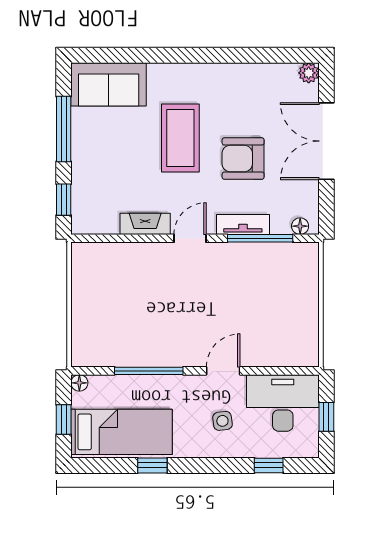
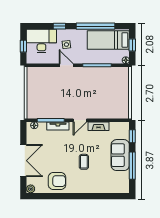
sofa: (109, 84) -> (120, 155), moved, turned -90
coffee table: (180, 138) -> (84, 162), width x0.54, depth x0.58
armchair: (243, 159) -> (57, 181), moved
door: (223, 371) -> (66, 65), swing flipped
desk: (283, 403) -> (41, 41), moved, turned 180
window: (152, 465) -> (95, 26), width x3.17
window: (269, 465) -> (59, 26), moved

